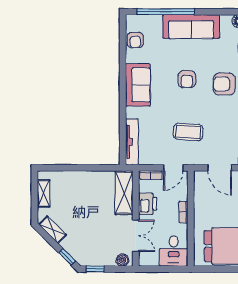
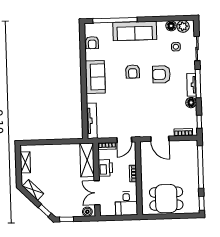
coffee table: (188, 132) -> (135, 112), removed
double door: (136, 236) -> (97, 193), swing flipped

